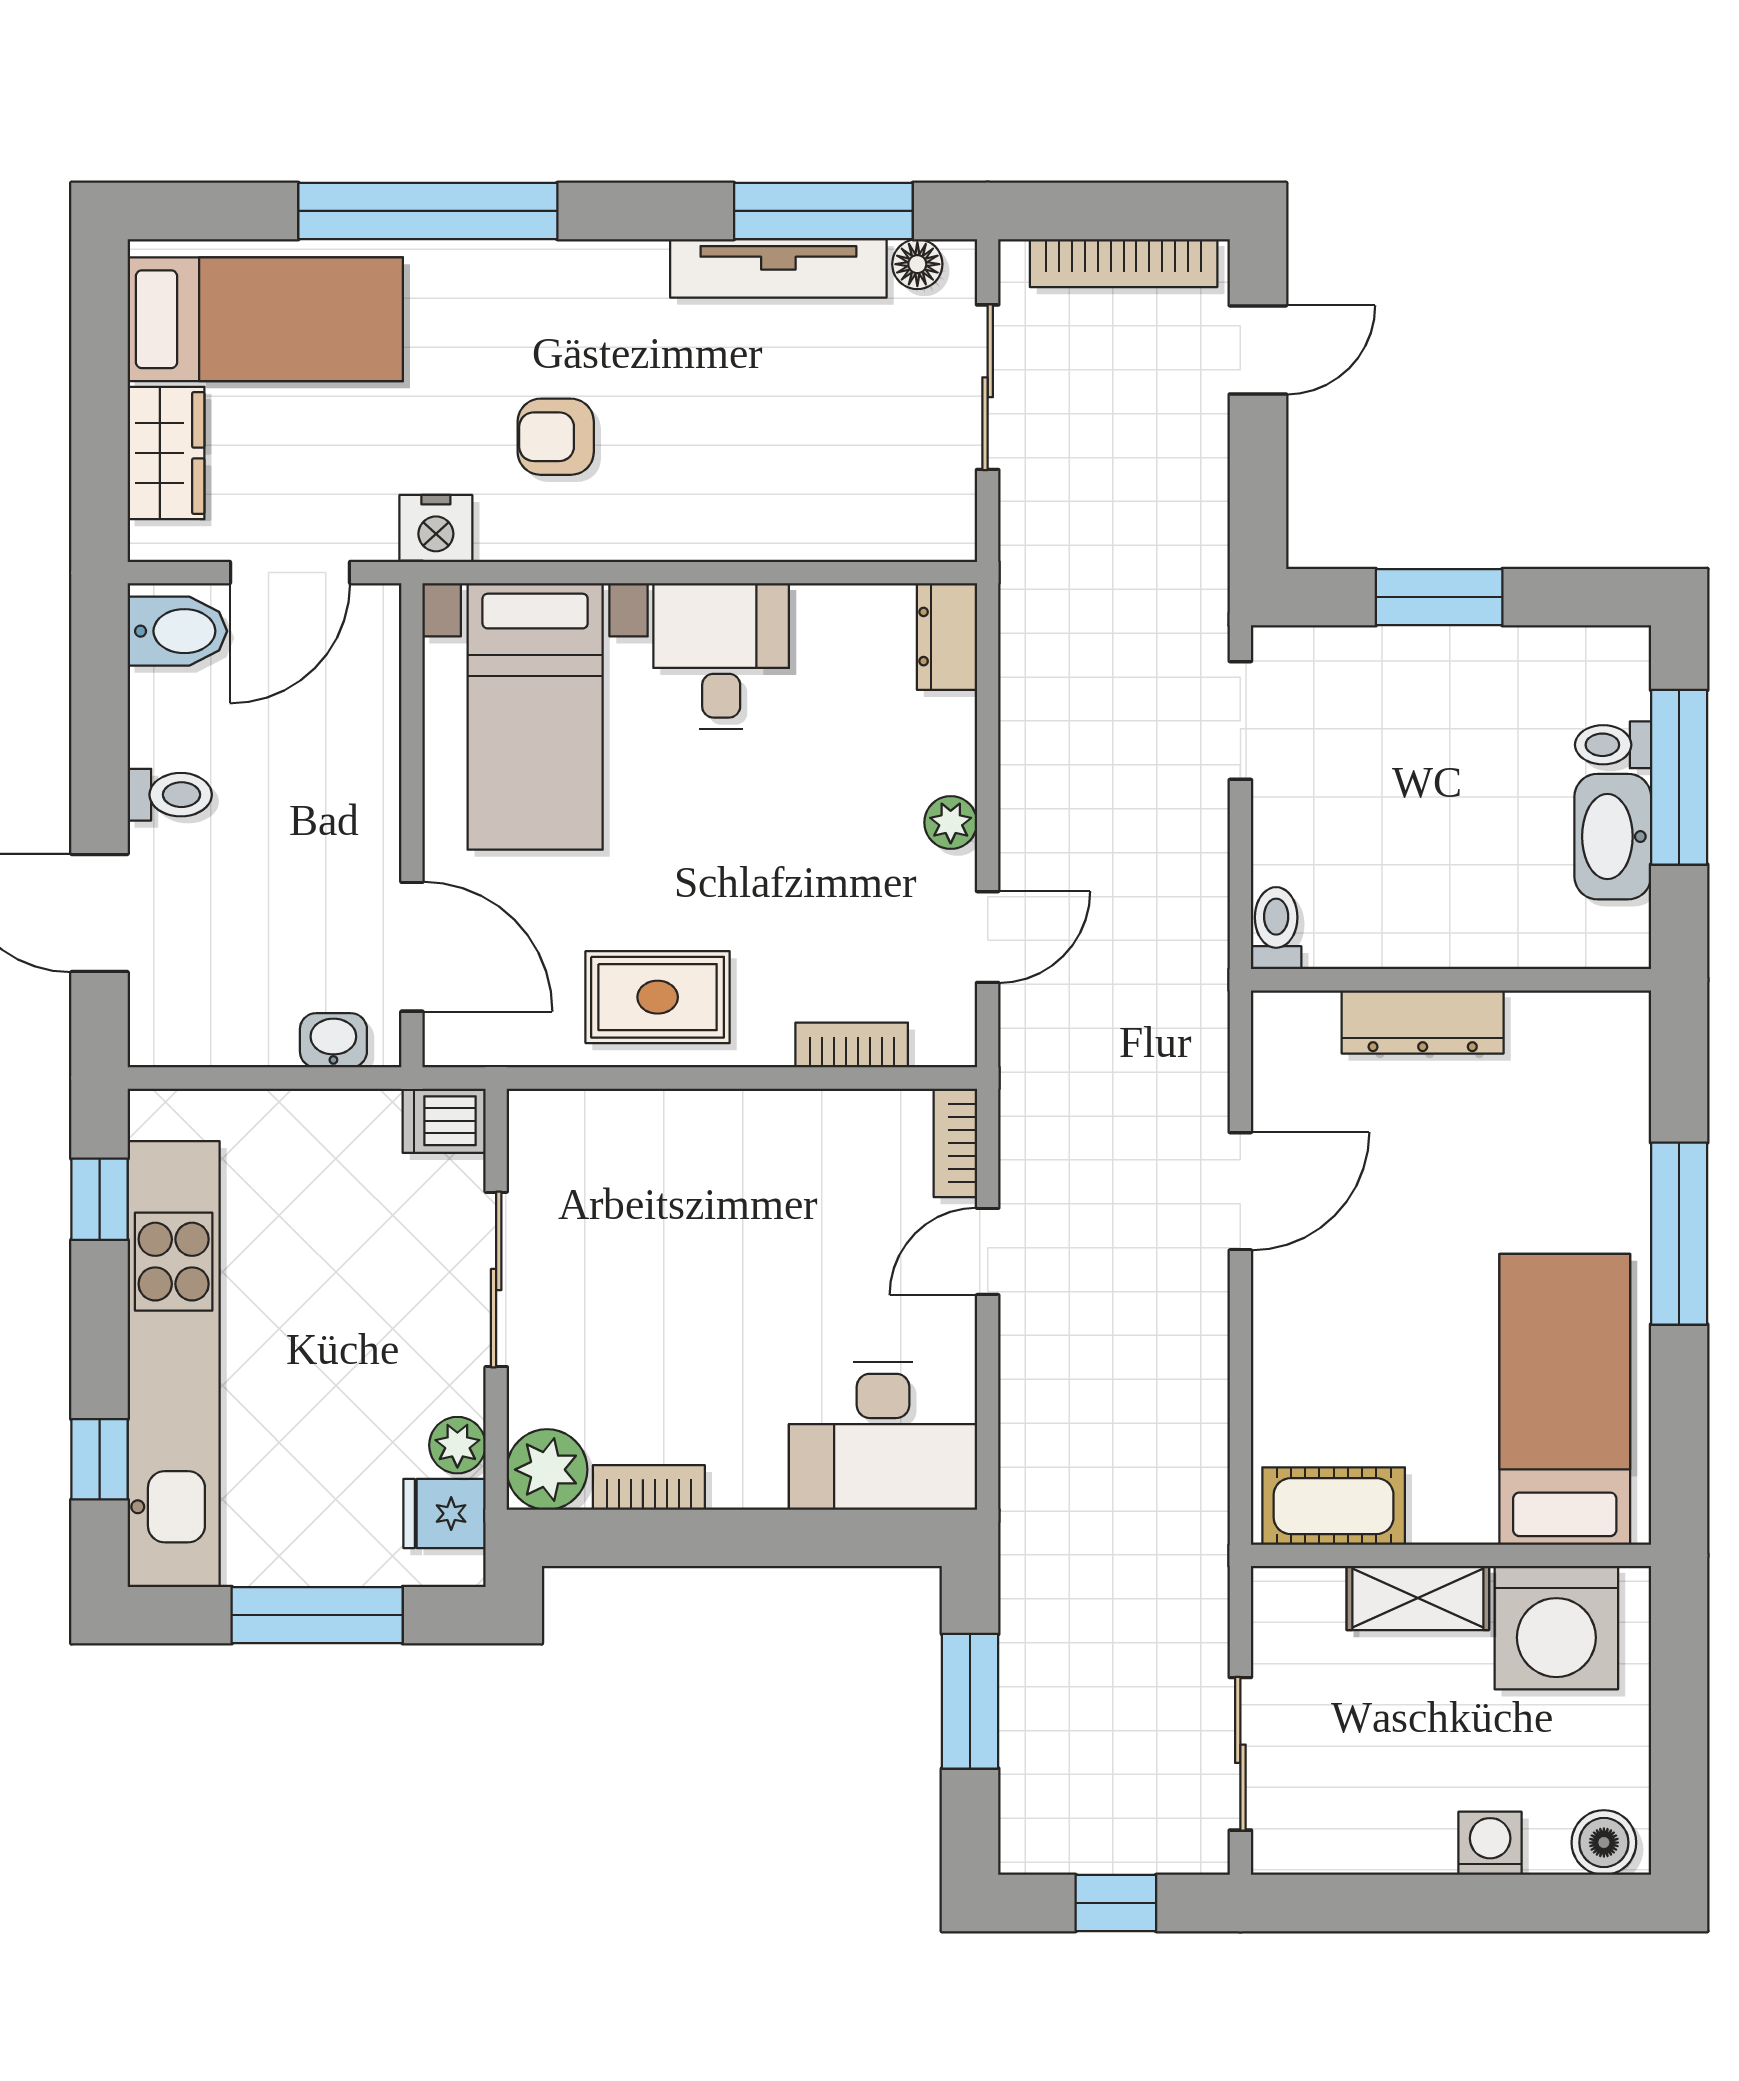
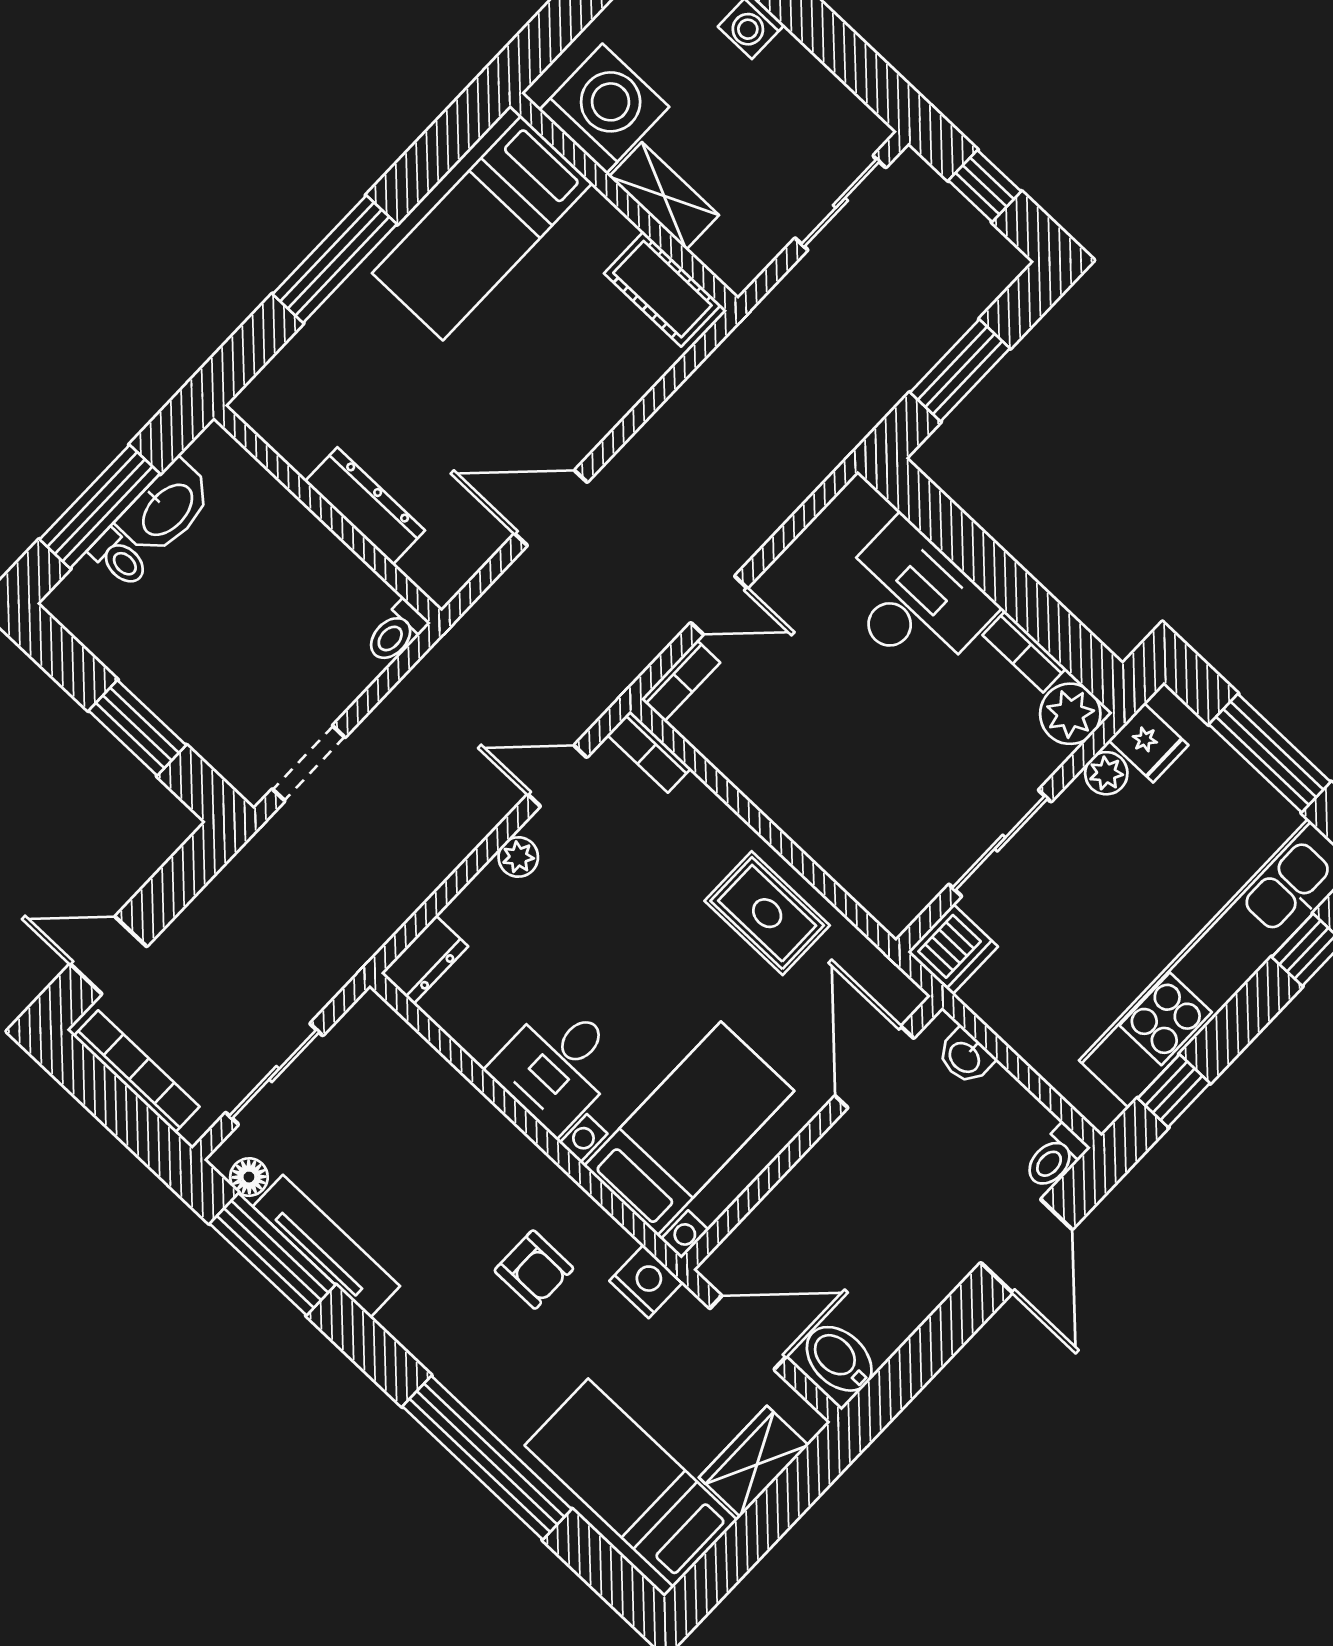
toilet: (170, 795) -> (1055, 1157), moved, turned -90
bookcase: (852, 1045) -> (649, 752), moved
dishwasher: (444, 1121) -> (953, 949), width x1.38
desk: (883, 1436) -> (913, 600), moved

